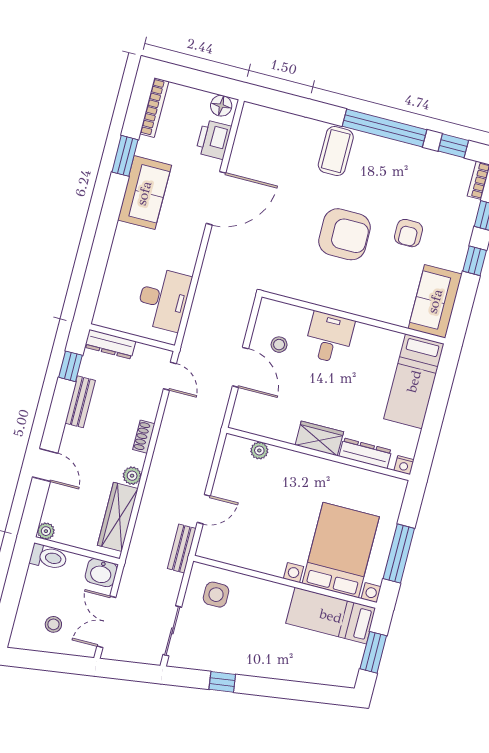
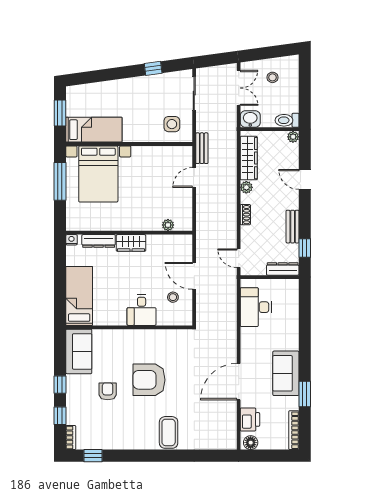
window: (384, 128) -> (141, 456), removed

